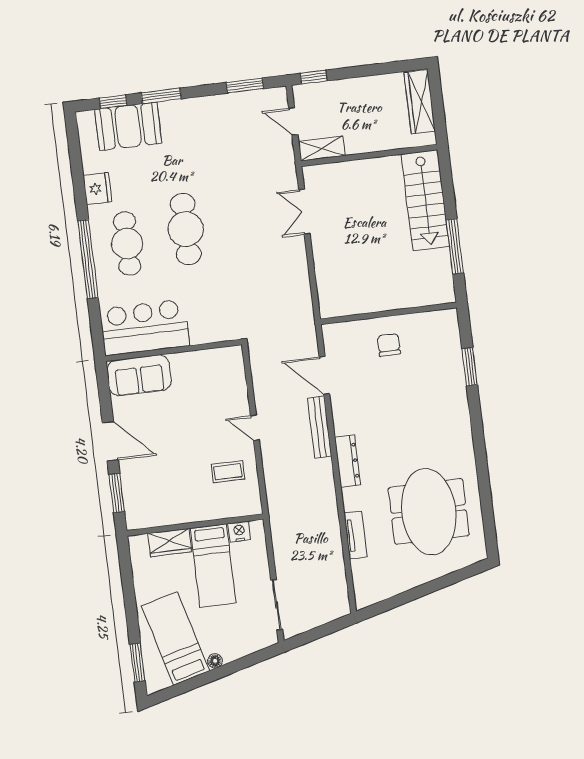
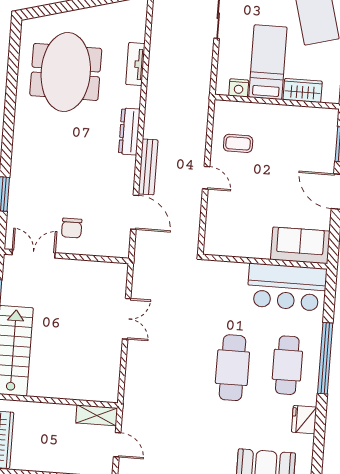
double door: (304, 212) -> (127, 319), moved
double door: (424, 309) -> (34, 254), added

